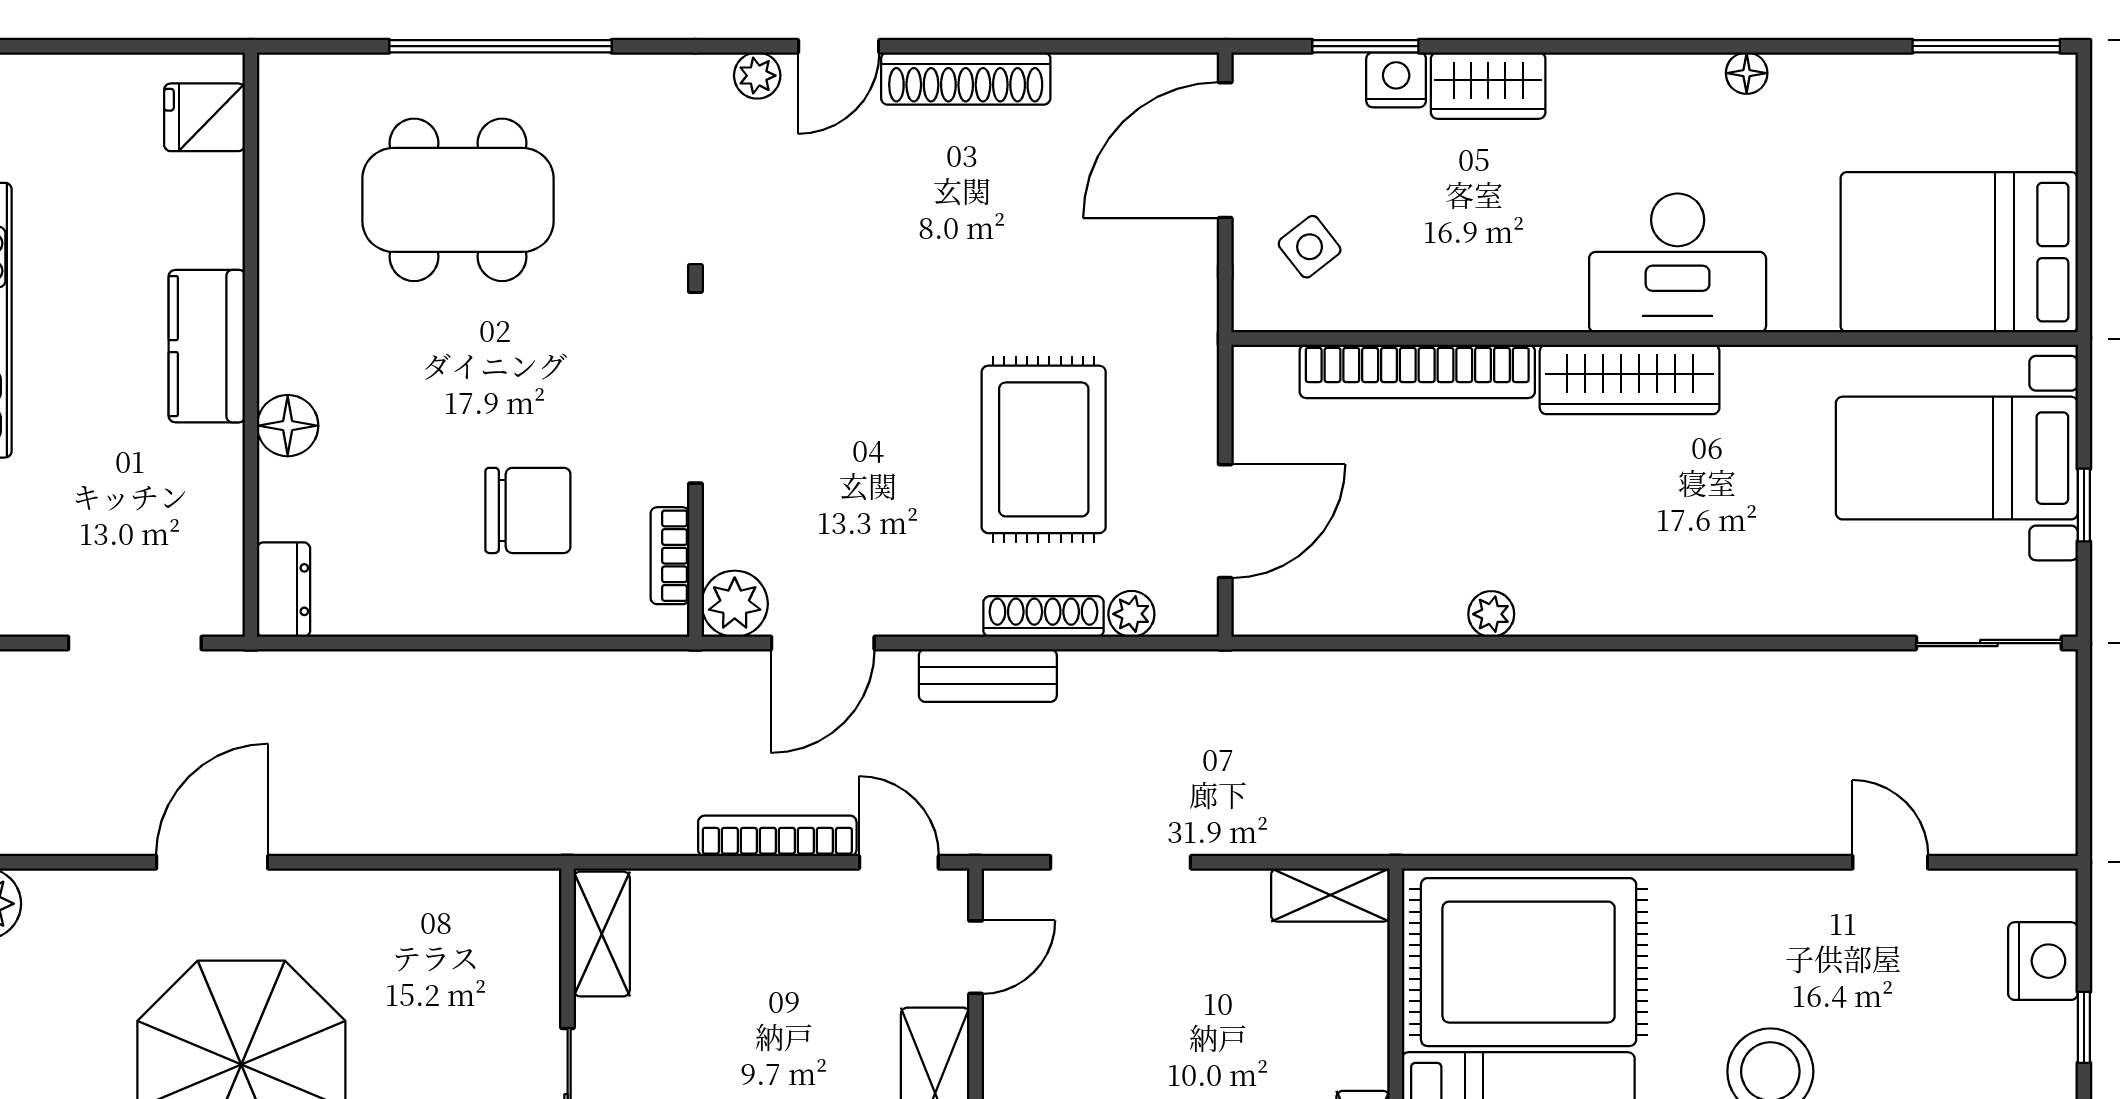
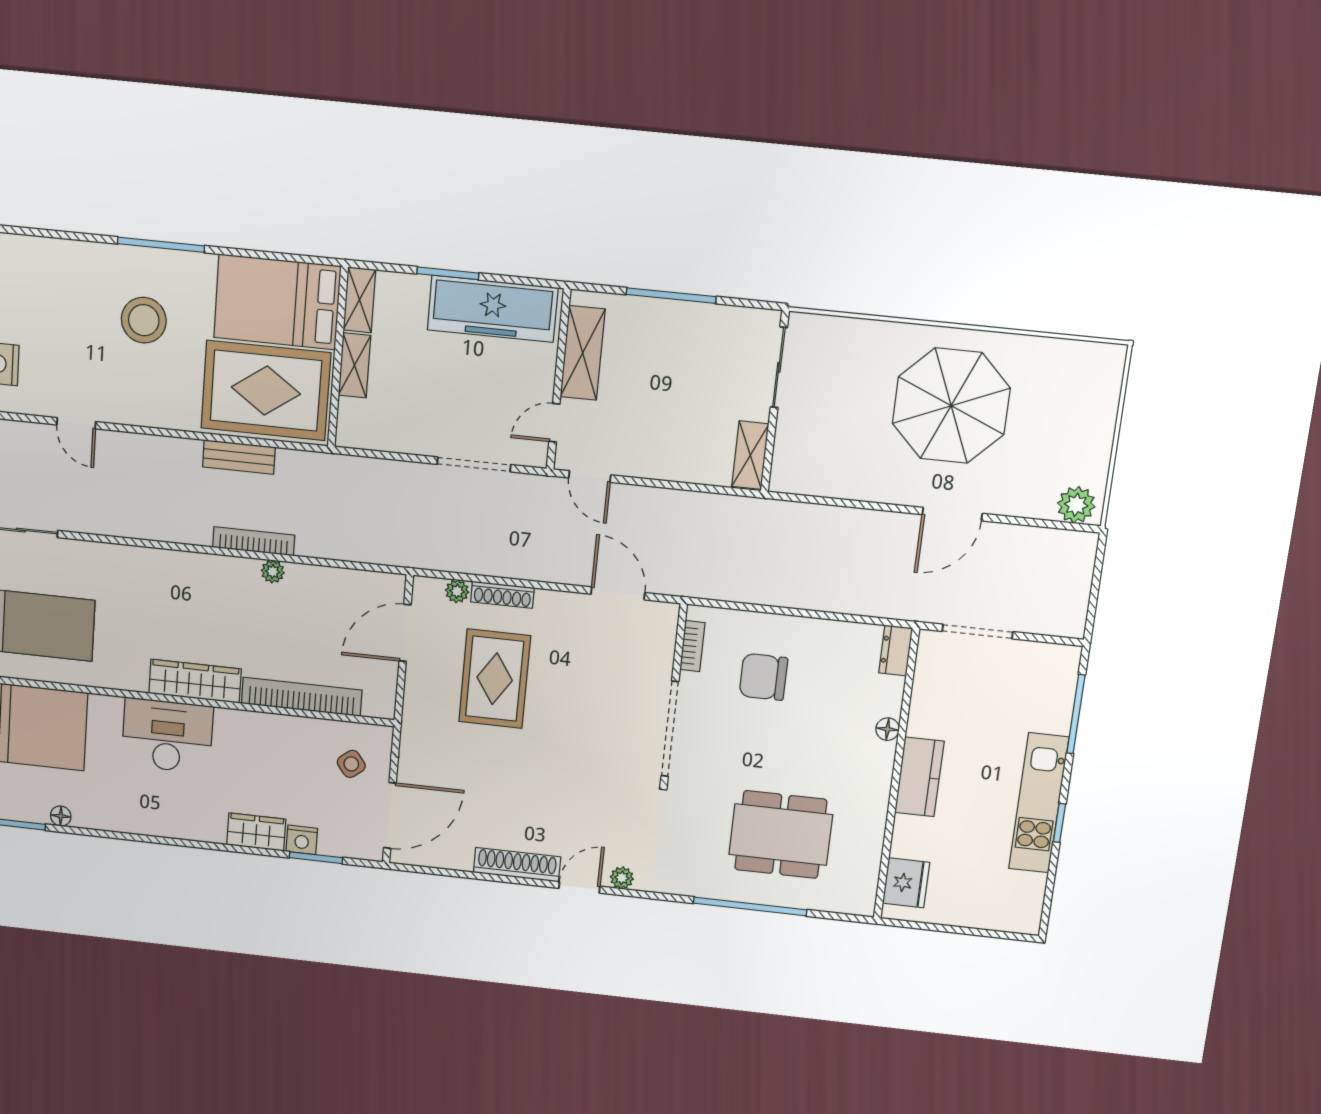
floor lamp: (1747, 73) -> (61, 816), moved
fridge: (204, 117) -> (906, 883), width x1.38
floor lamp: (288, 426) -> (888, 729), width x0.73, depth x0.73
plant: (735, 604) -> (662, 618), removed
door: (823, 643) -> (618, 593), hinge flipped
bench: (988, 675) -> (239, 457), moved
bookcase: (777, 836) -> (254, 541), moved, turned 180
shelving: (1330, 895) -> (355, 365), moved, turned 90

